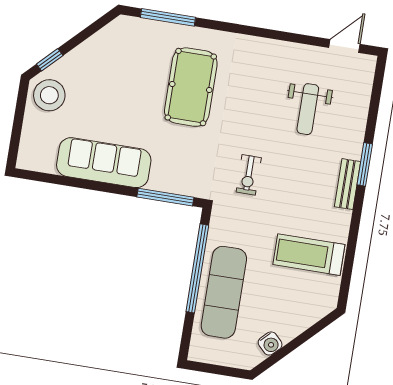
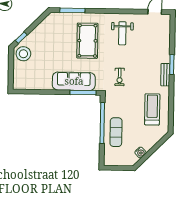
weight bench: (308, 109) -> (122, 33), moved
sofa: (104, 163) -> (74, 81), moved
treadmill: (309, 255) -> (152, 109), turned 90
exercise mat: (224, 292) -> (116, 132), width x0.73, depth x0.69

